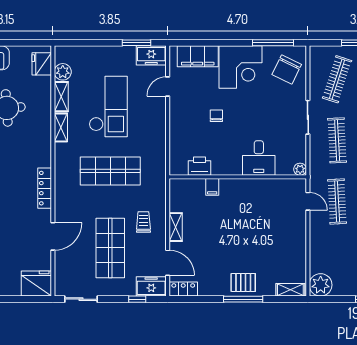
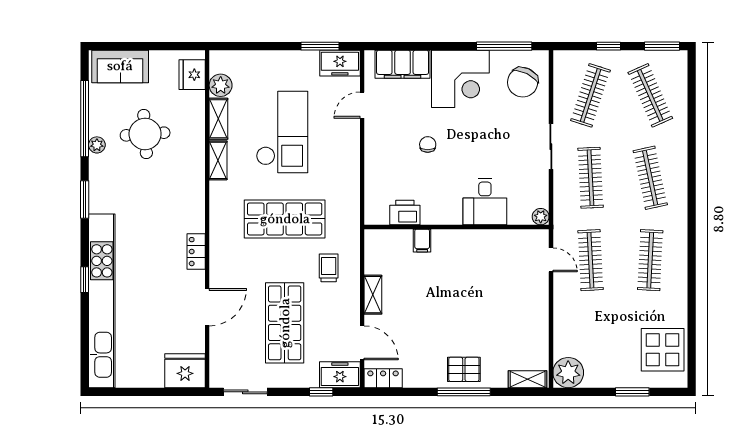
locker: (45, 188) -> (196, 252), width x0.66
trolley: (143, 222) -> (329, 268), moved

